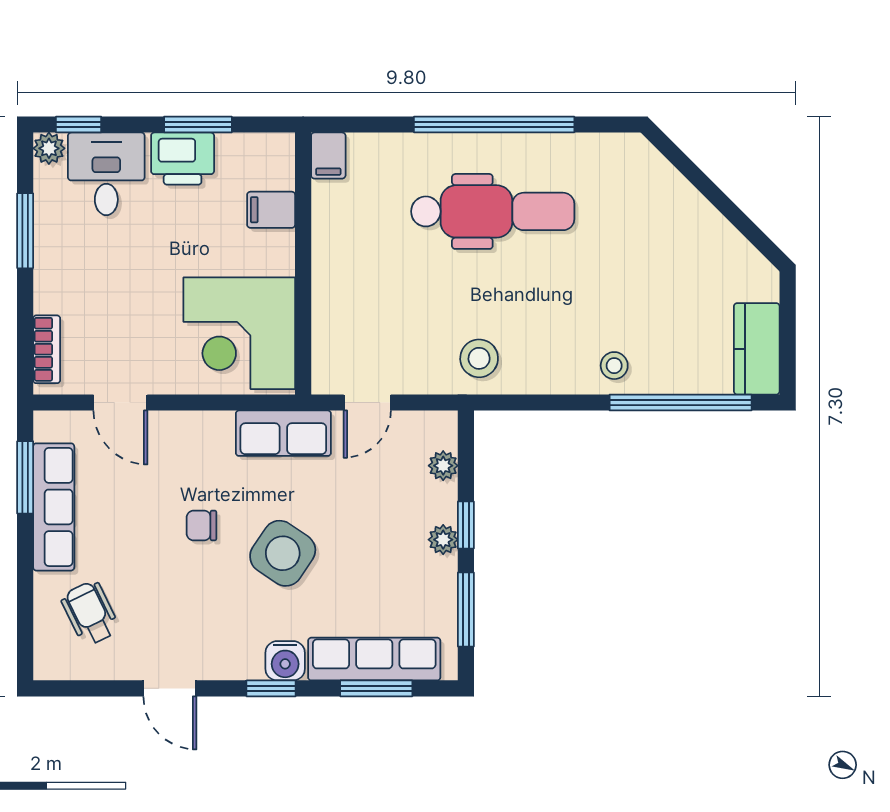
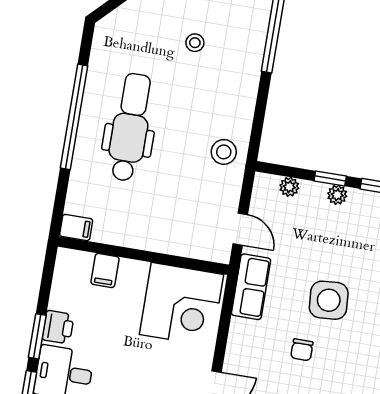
window: (198, 125) -> (37, 336), moved
printer: (183, 159) -> (58, 327), width x0.73, depth x0.81
stool: (614, 366) -> (195, 43), moved
side table: (283, 553) -> (329, 300), turned -38

